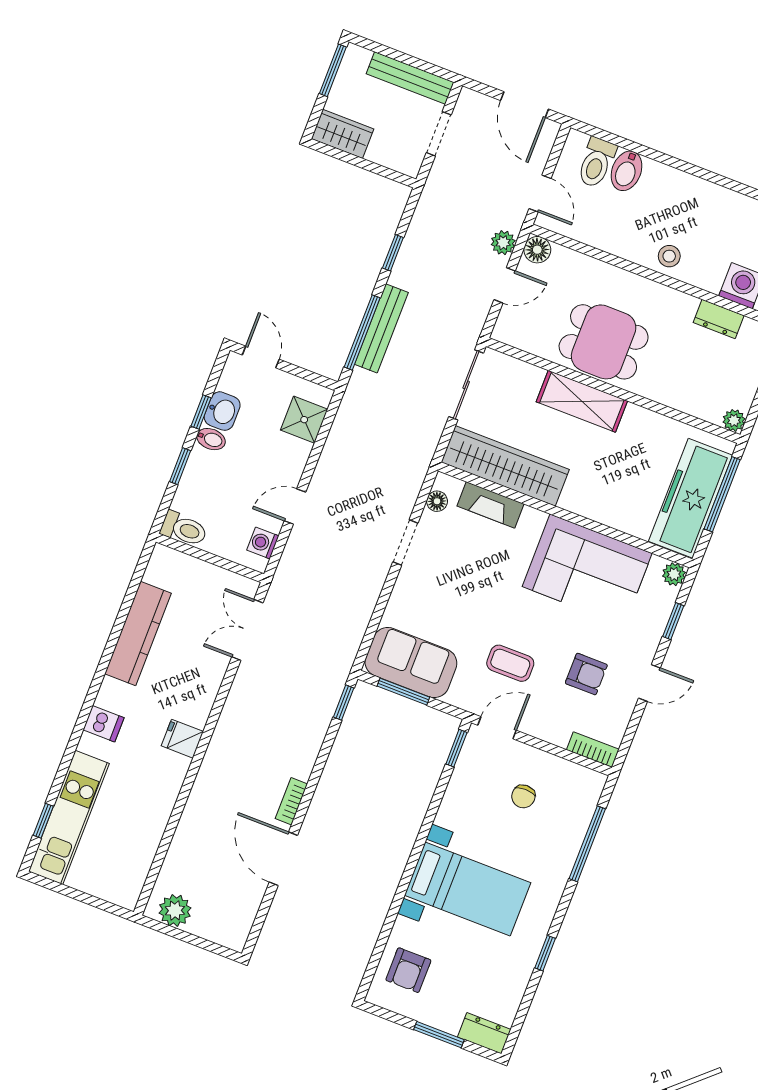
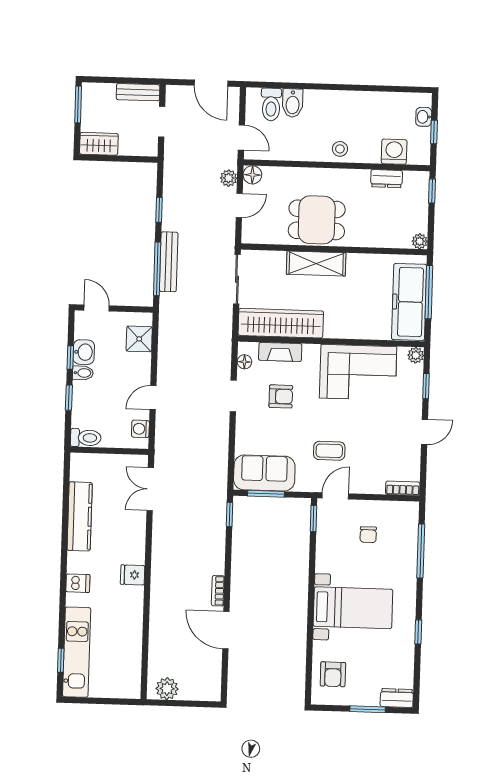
bench: (410, 78) -> (138, 92), width x0.73
armchair: (586, 674) -> (281, 396), moved

